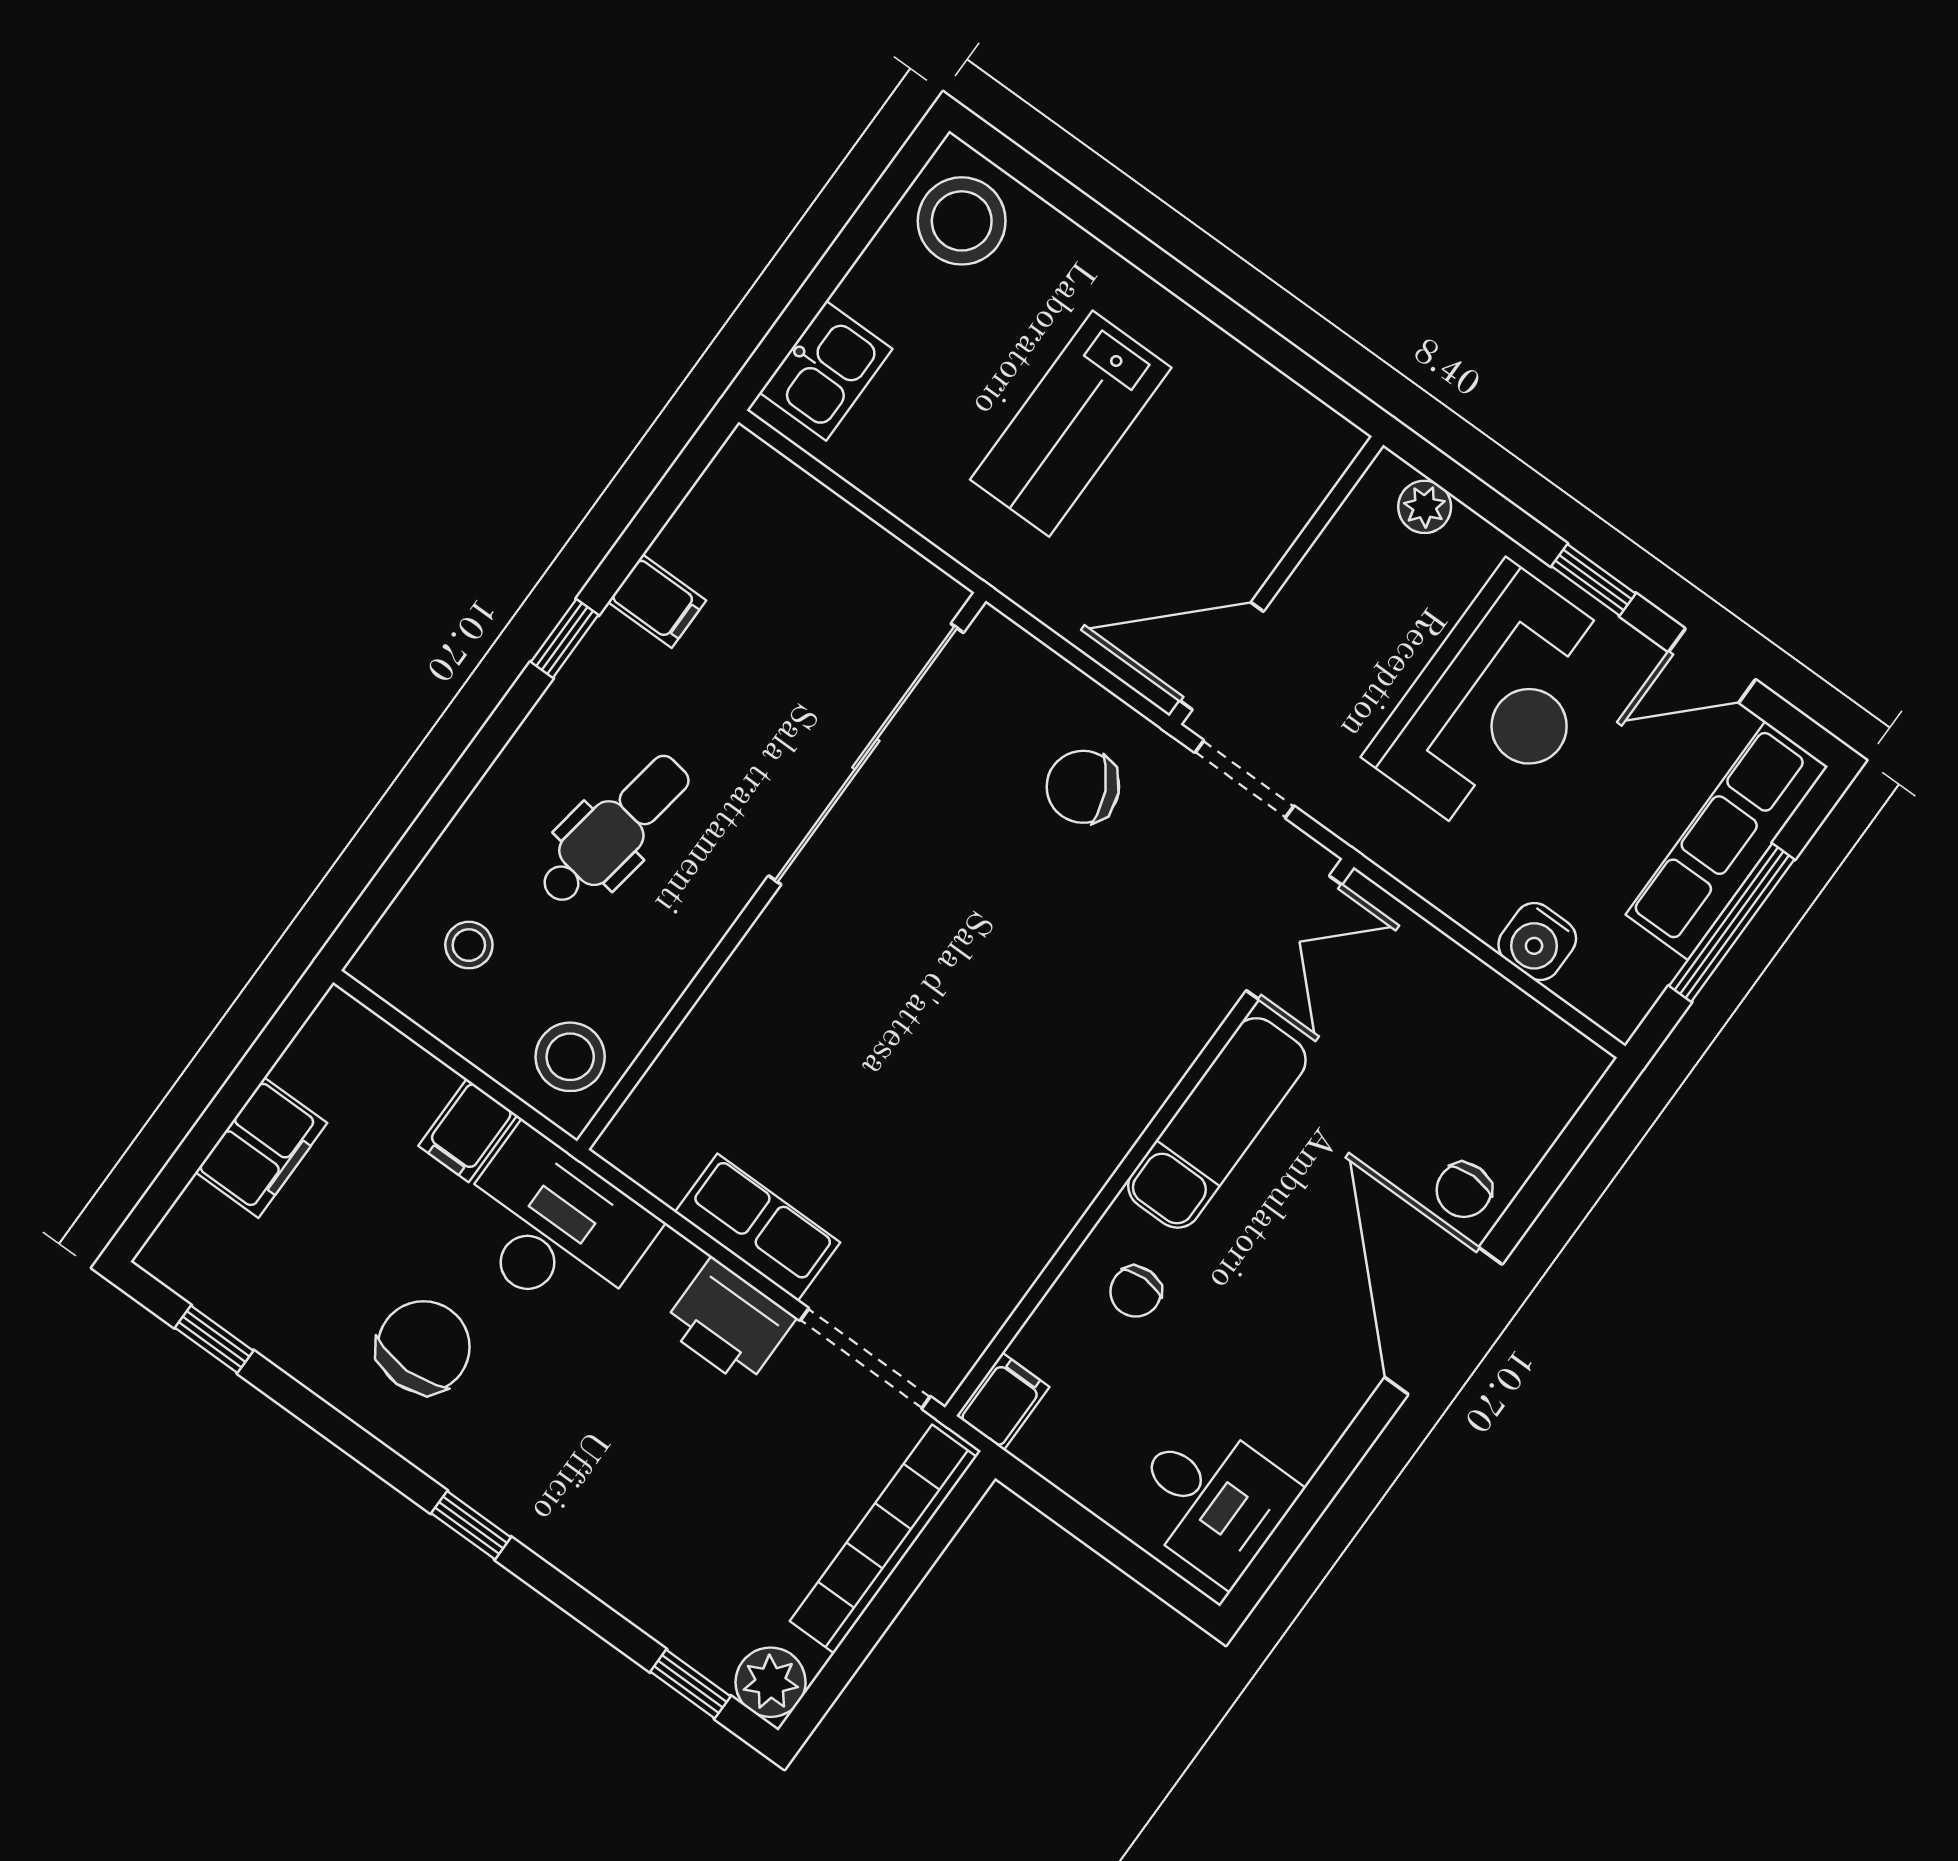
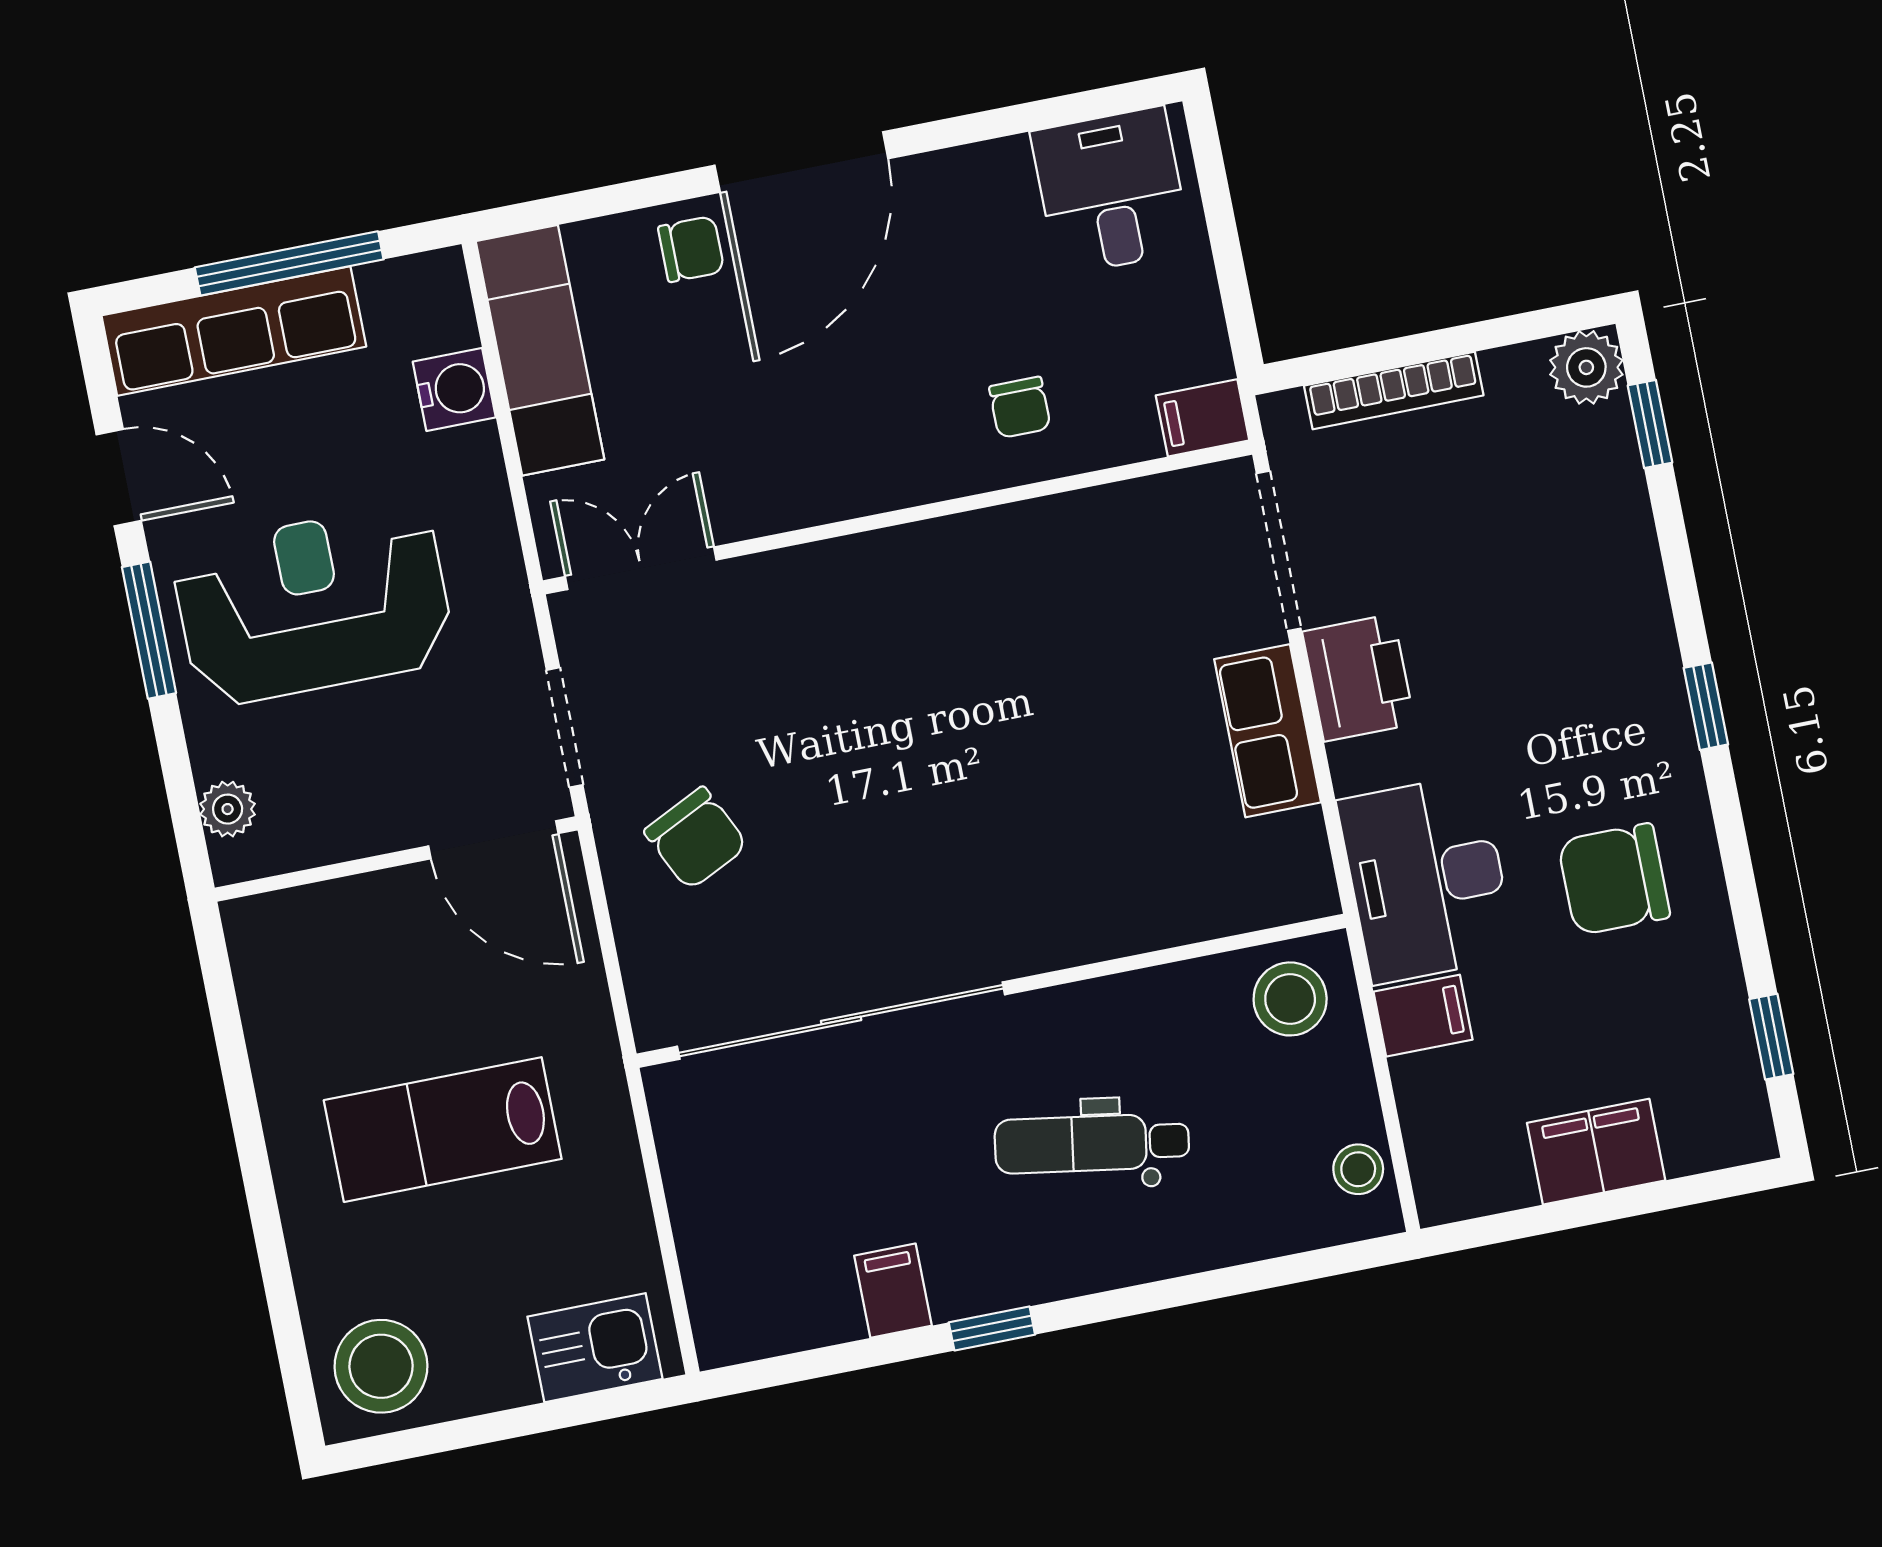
lab bench: (1071, 424) -> (443, 1130), turned 180
window: (1594, 580) -> (149, 630), width x1.50
stool: (469, 945) -> (1358, 1169), moved
exam couch: (1217, 1123) -> (540, 350), moved, turned 90
chair: (1136, 1292) -> (1020, 407), turned 90
bookcase: (883, 1539) -> (1394, 391), width x0.68, depth x0.76

